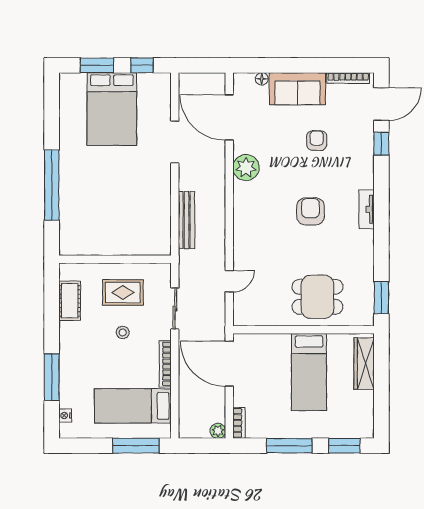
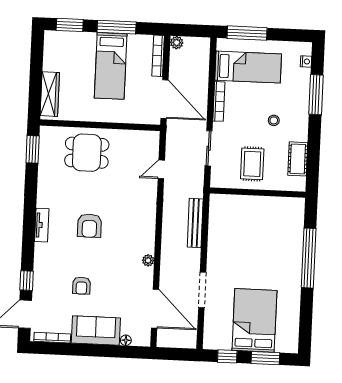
plant: (246, 168) -> (148, 260), width x0.53, depth x0.53
rug: (123, 293) -> (252, 164), turned 90
stool: (123, 332) -> (274, 120), moved
bed: (309, 372) -> (111, 66), moved, turned 180
bookcase: (239, 423) -> (158, 56), width x1.56

